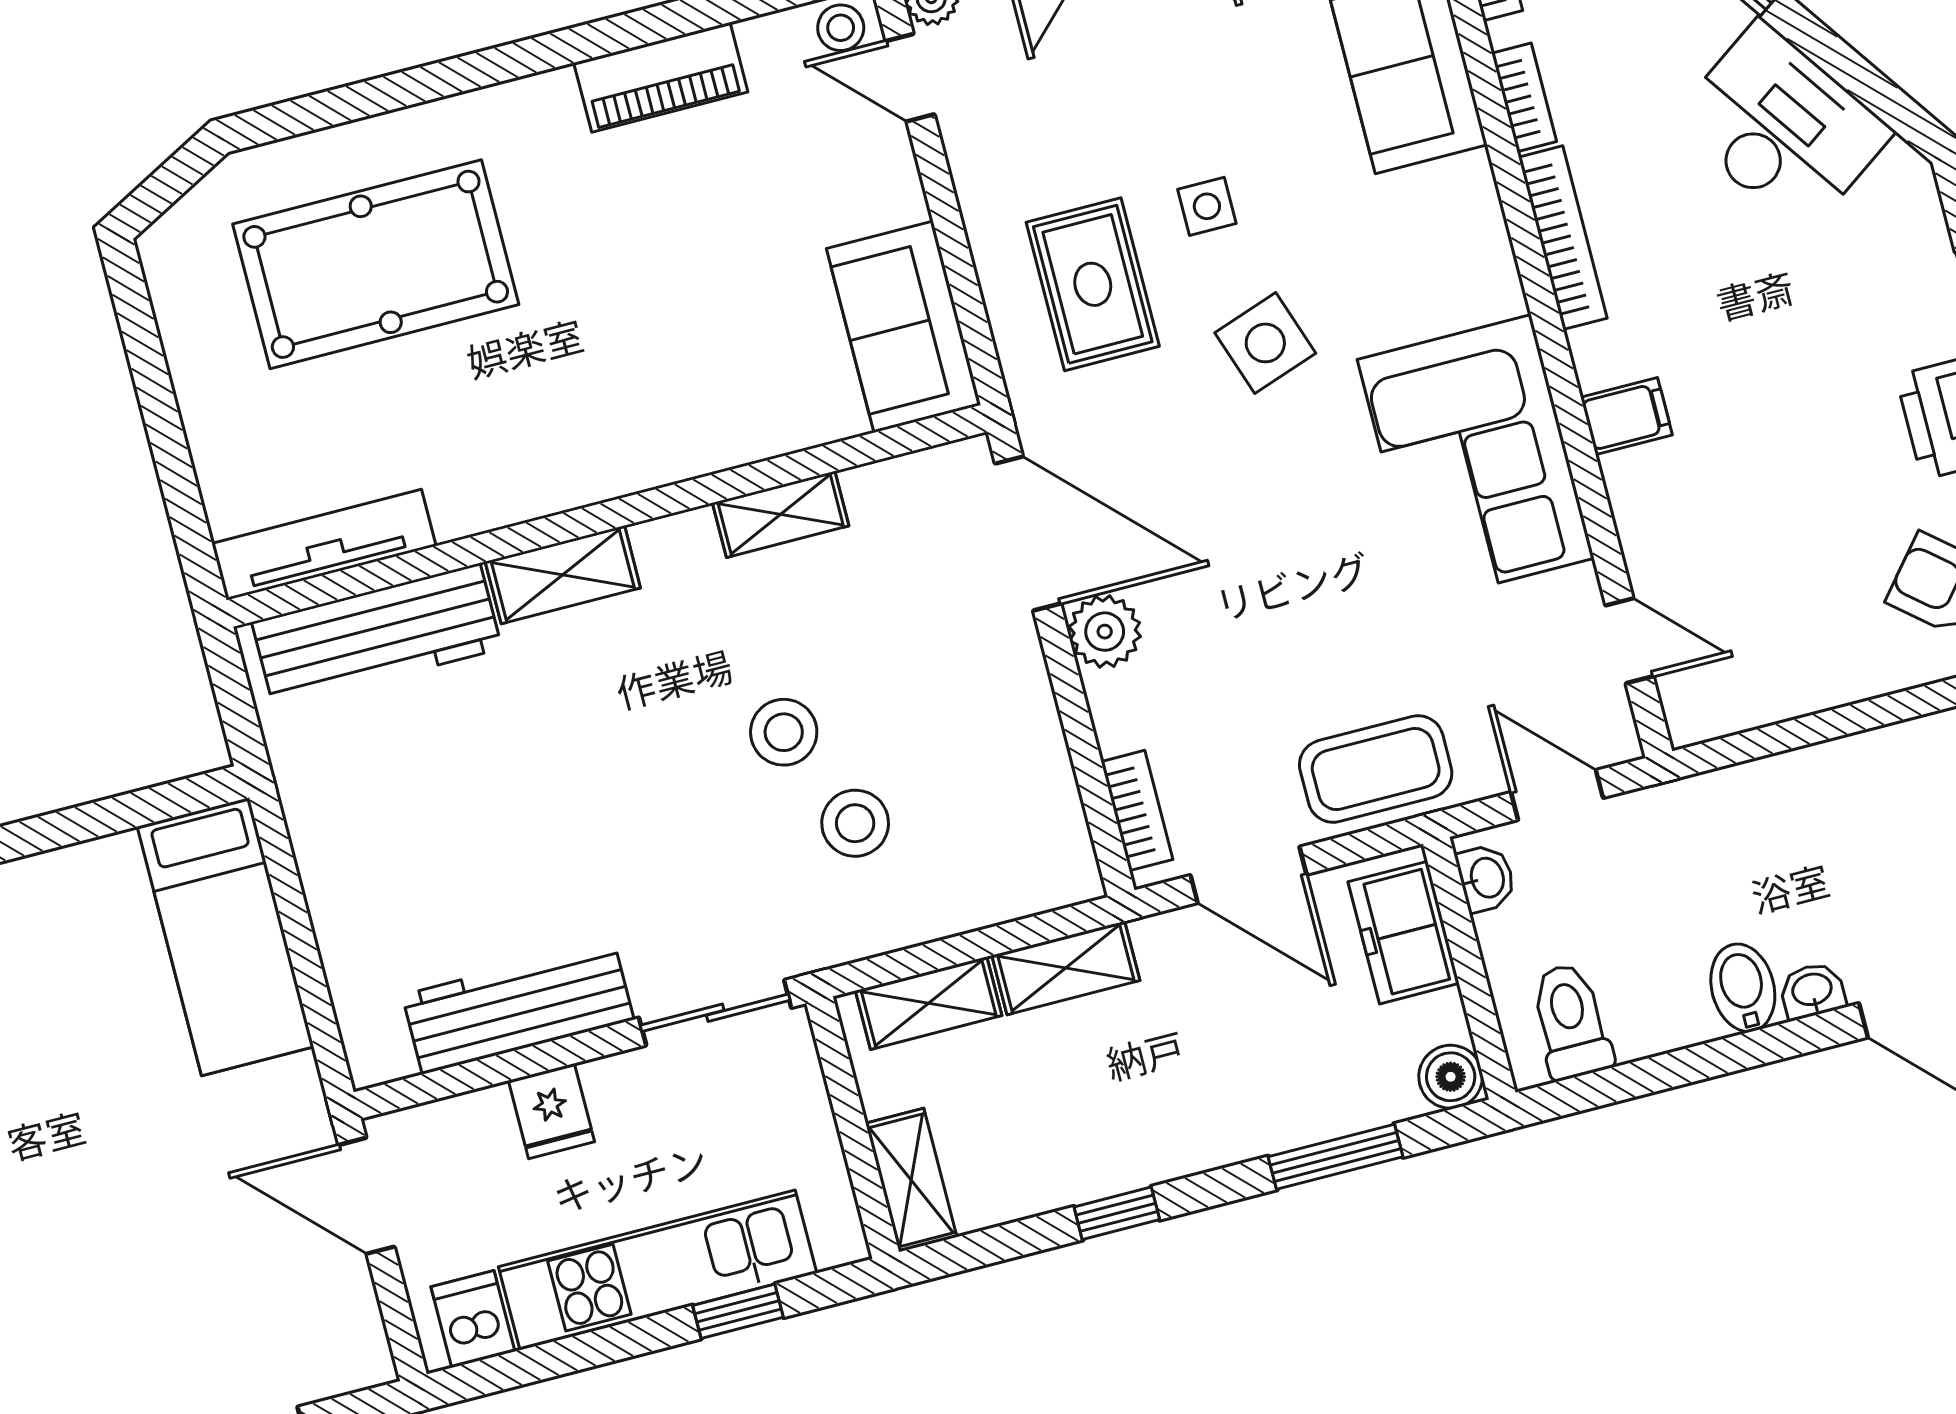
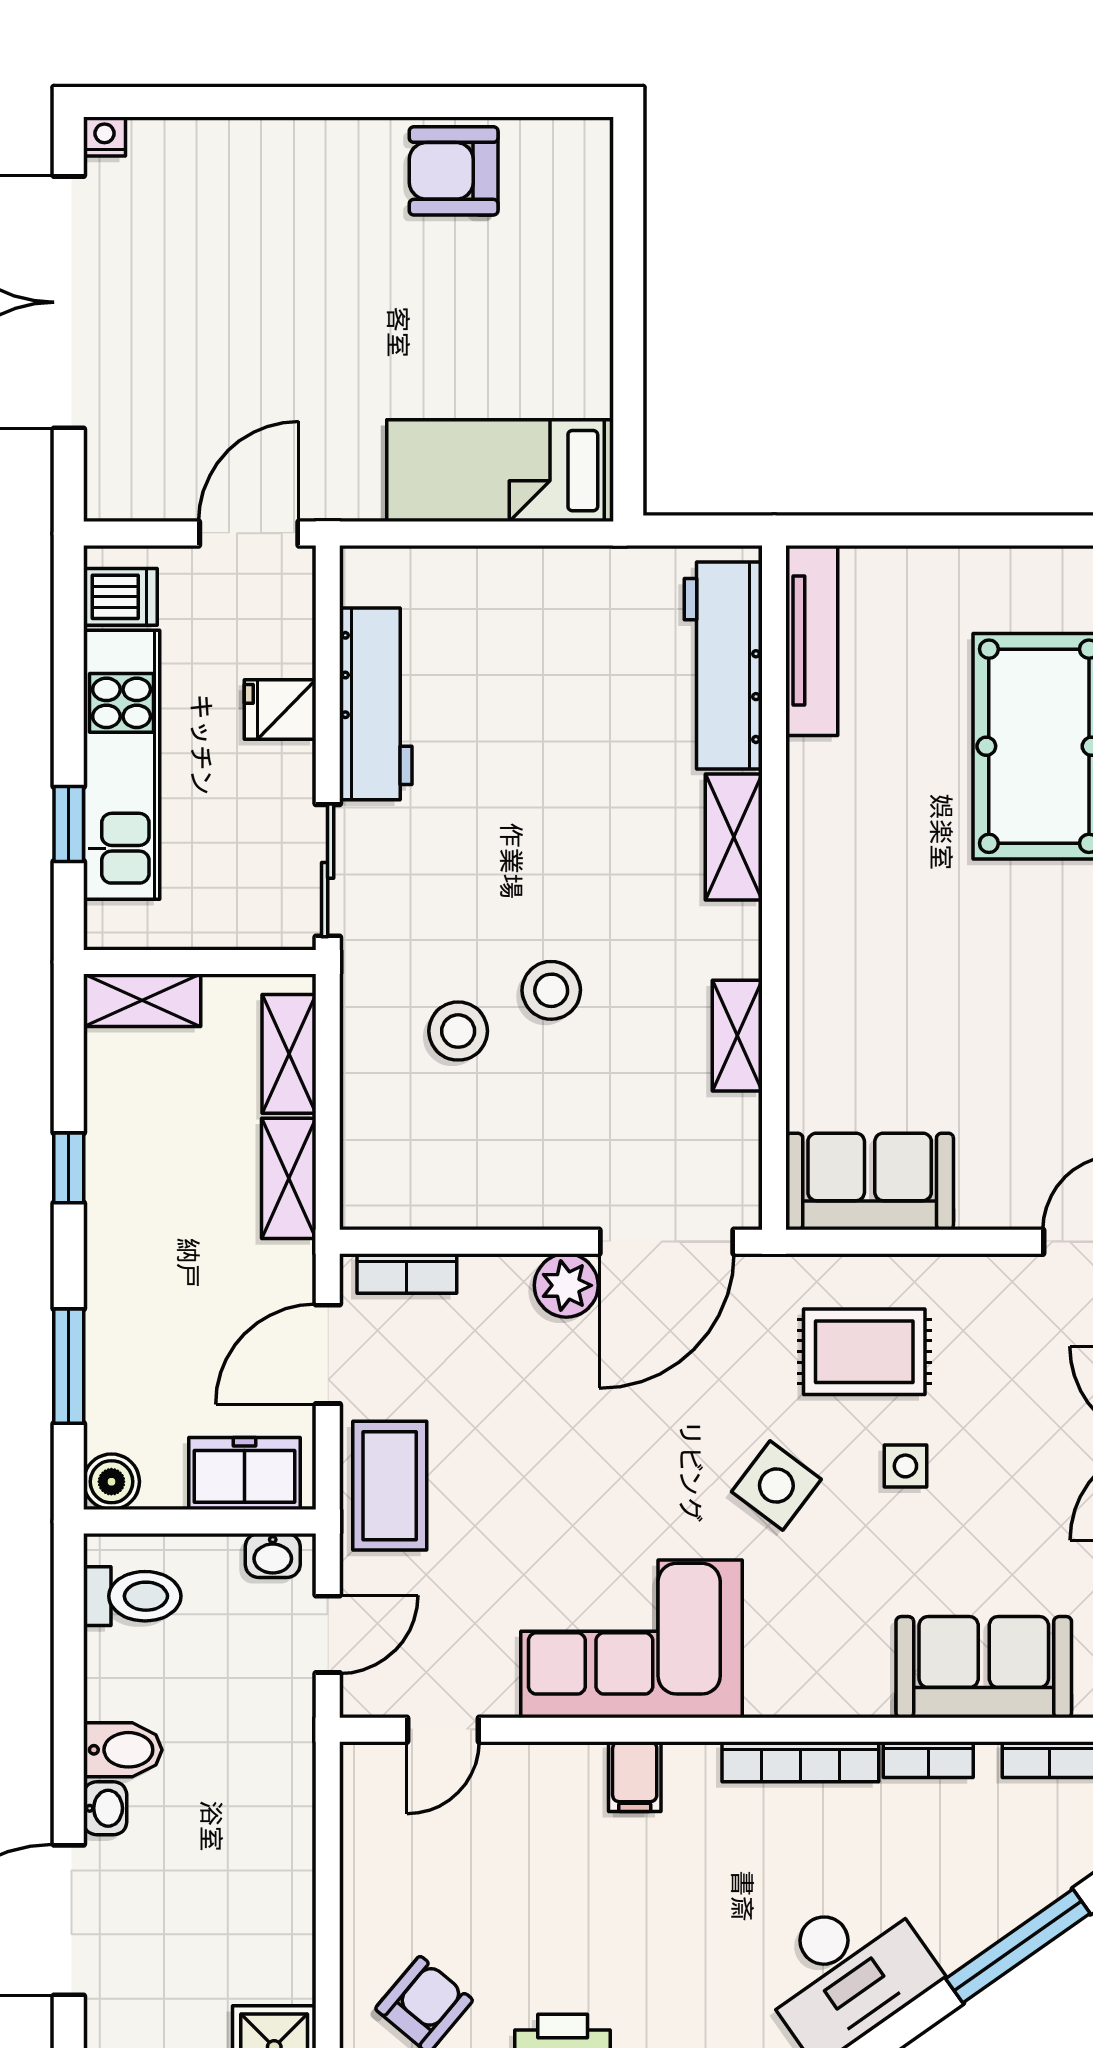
side table: (1265, 343) -> (776, 1486), turned -34

